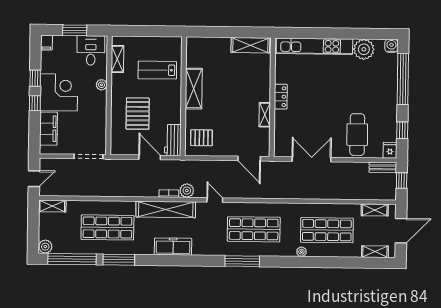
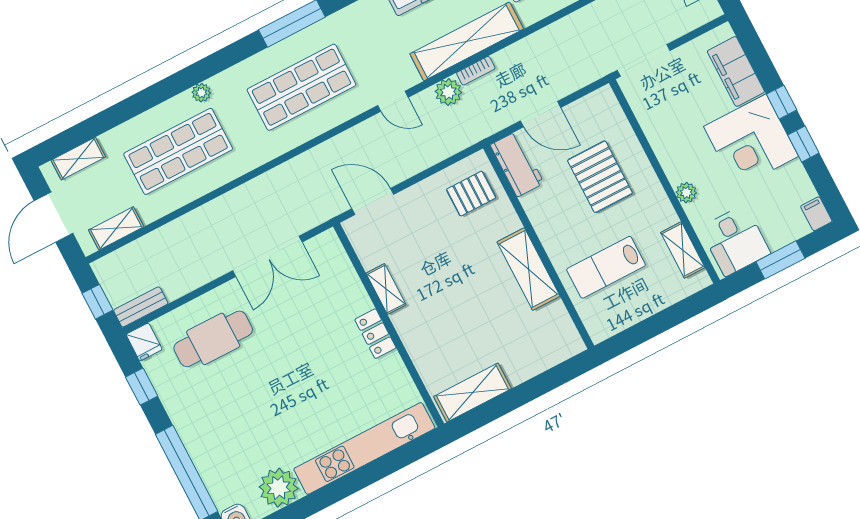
lab bench: (157, 70) -> (606, 267), turned 180
cafe table: (357, 135) -> (213, 339), turned 90

